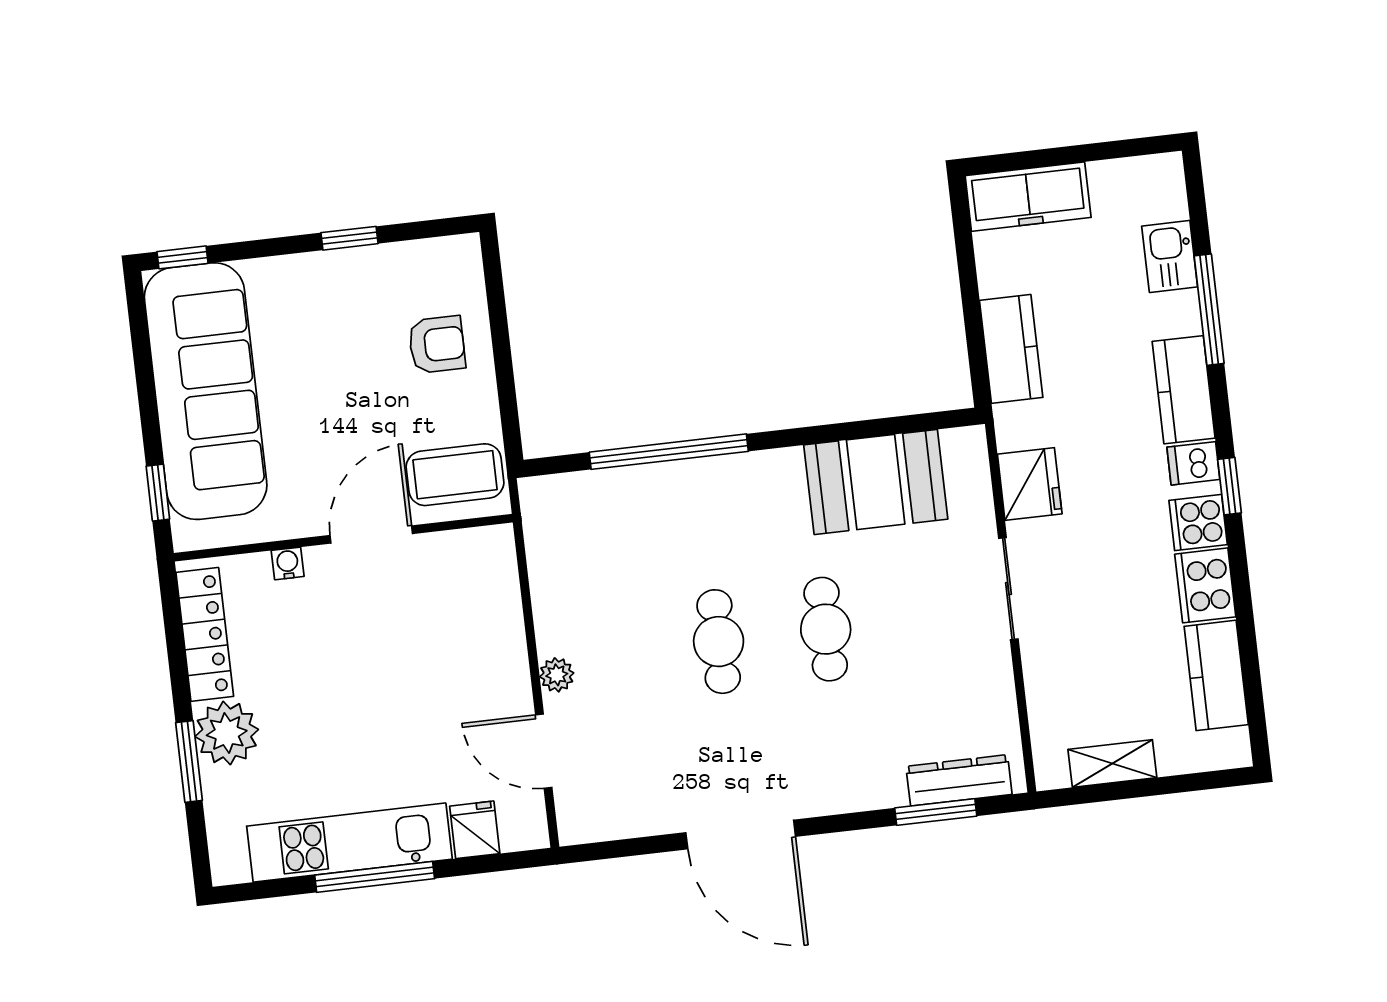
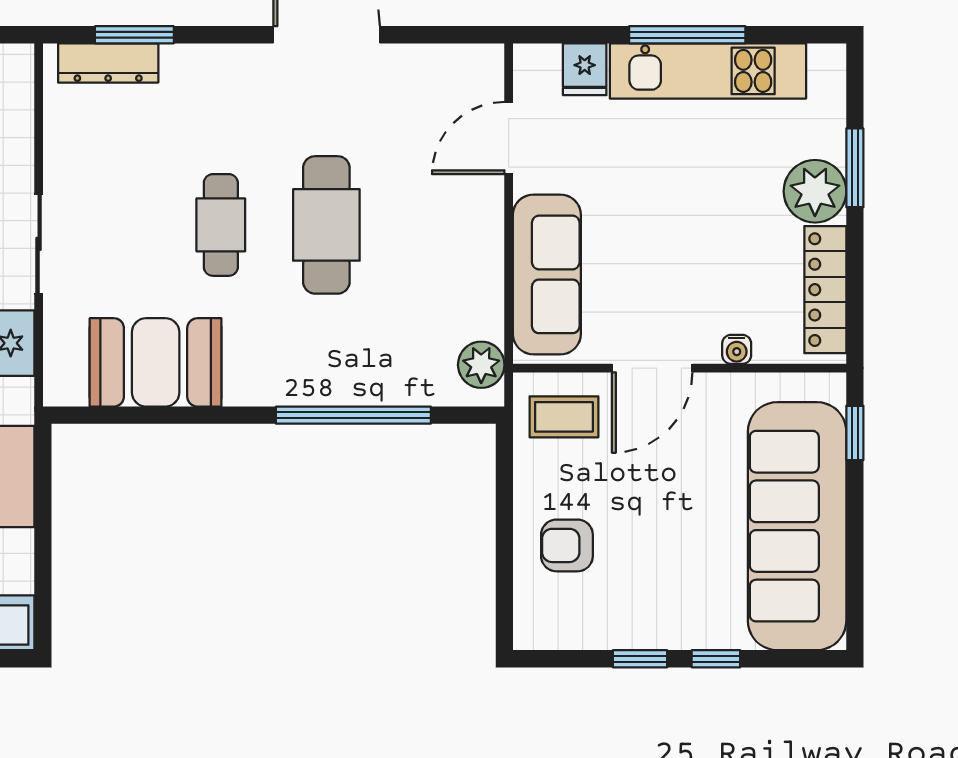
window: (182, 257) -> (716, 659), moved
coffee table: (455, 475) -> (564, 417), width x0.73, depth x0.77
sofa: (489, 617) -> (547, 274), added
cafe table: (719, 642) -> (326, 225), width x1.37, depth x1.35
plant: (557, 675) -> (481, 365), moved, width x1.38, depth x1.38
door: (544, 751) -> (509, 138), swing flipped

